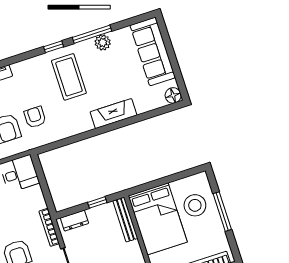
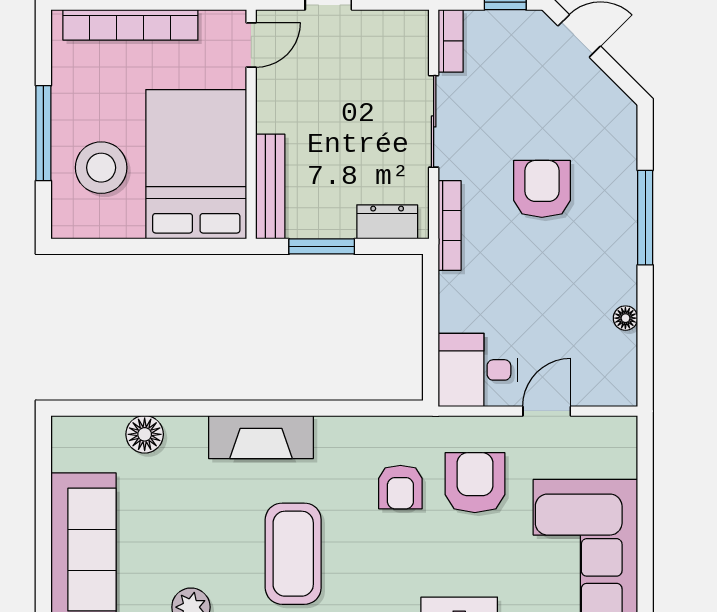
floor lamp: (173, 95) -> (145, 434), moved
fireplace: (114, 114) -> (261, 437), moved
window: (97, 202) -> (322, 246), width x1.50

